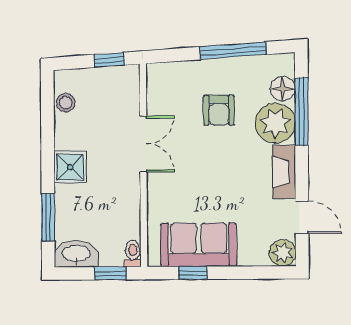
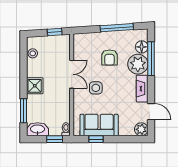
side table: (192, 171) -> (96, 88), added

